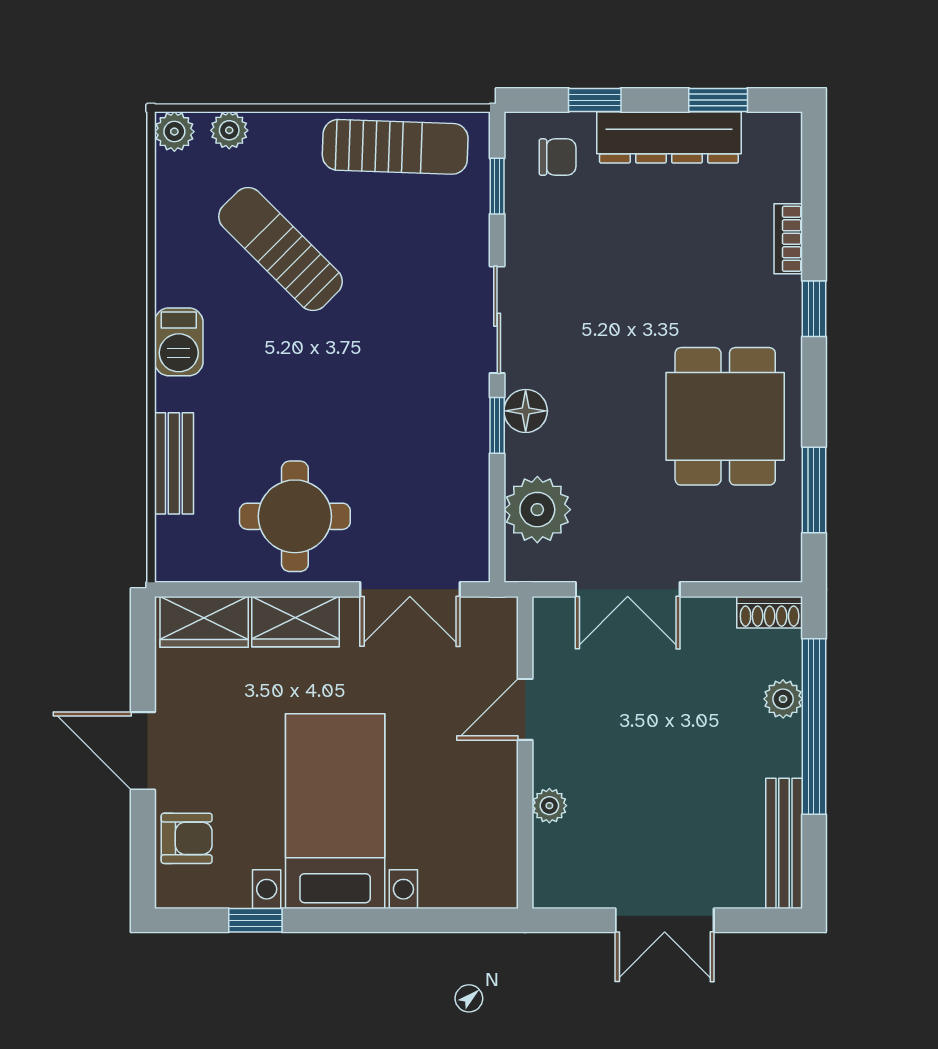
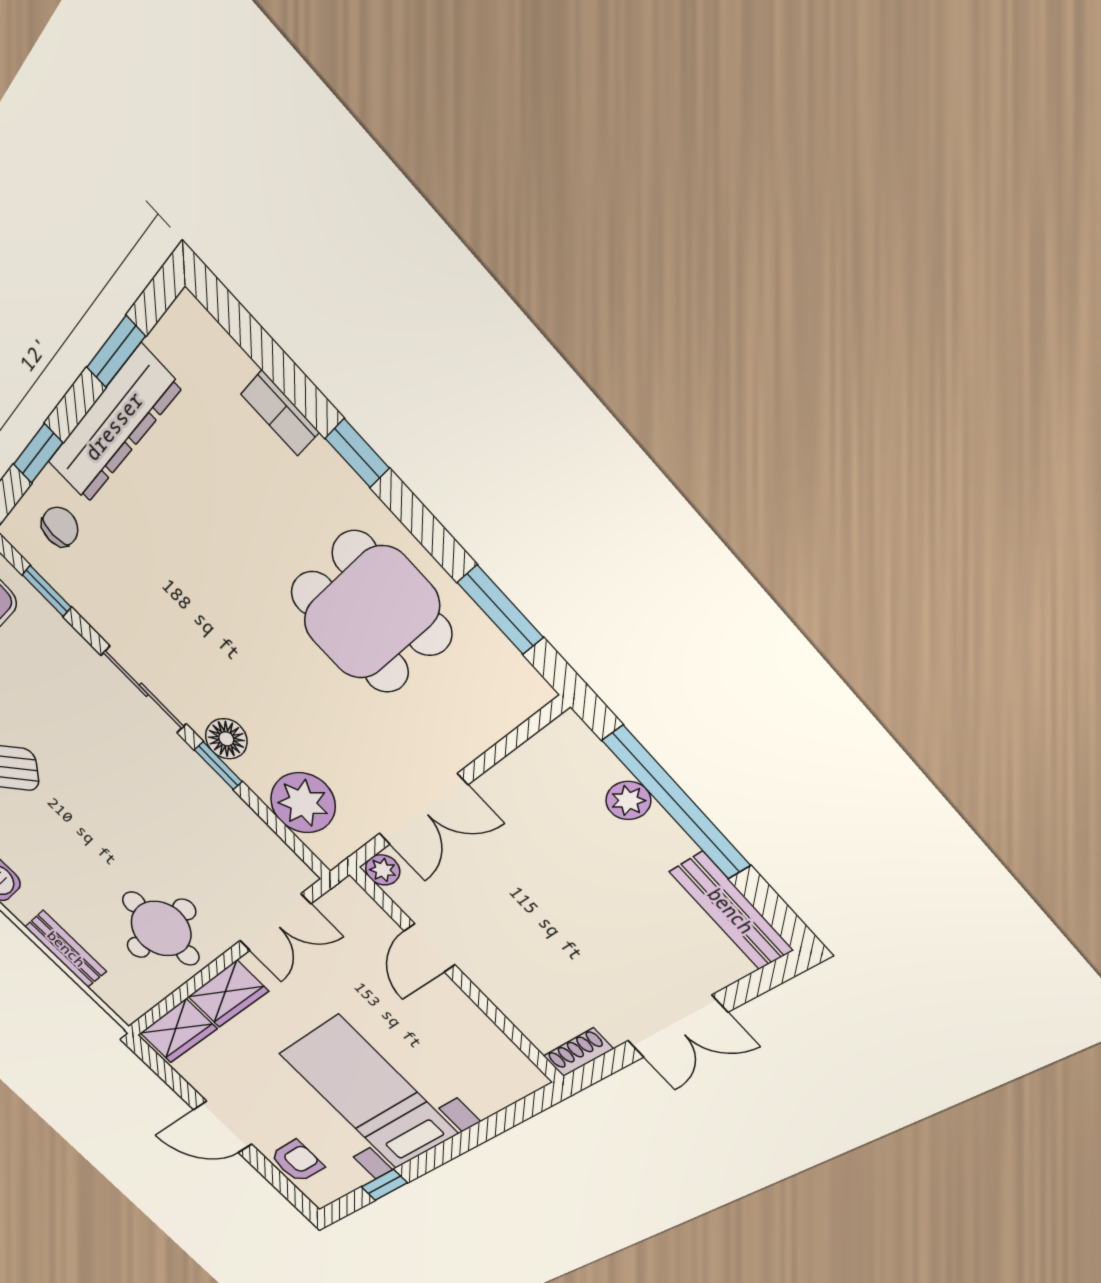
shoe rack: (770, 612) -> (578, 1052), moved, turned 180
plant: (549, 806) -> (383, 870), moved

